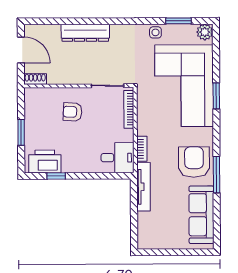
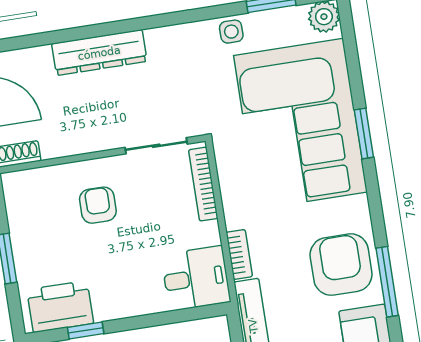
armchair: (72, 112) -> (98, 205), turned 87

